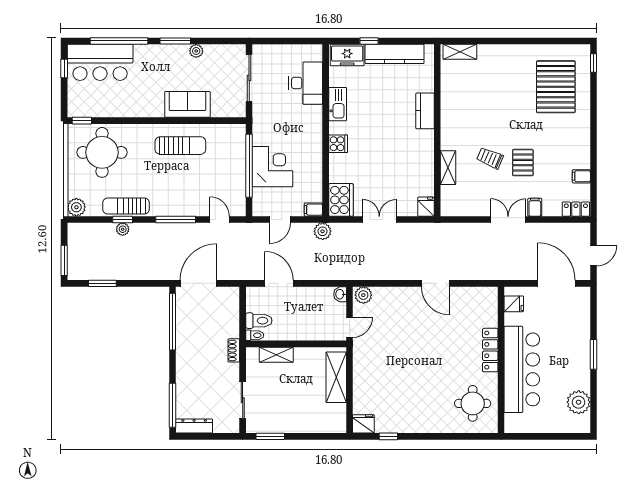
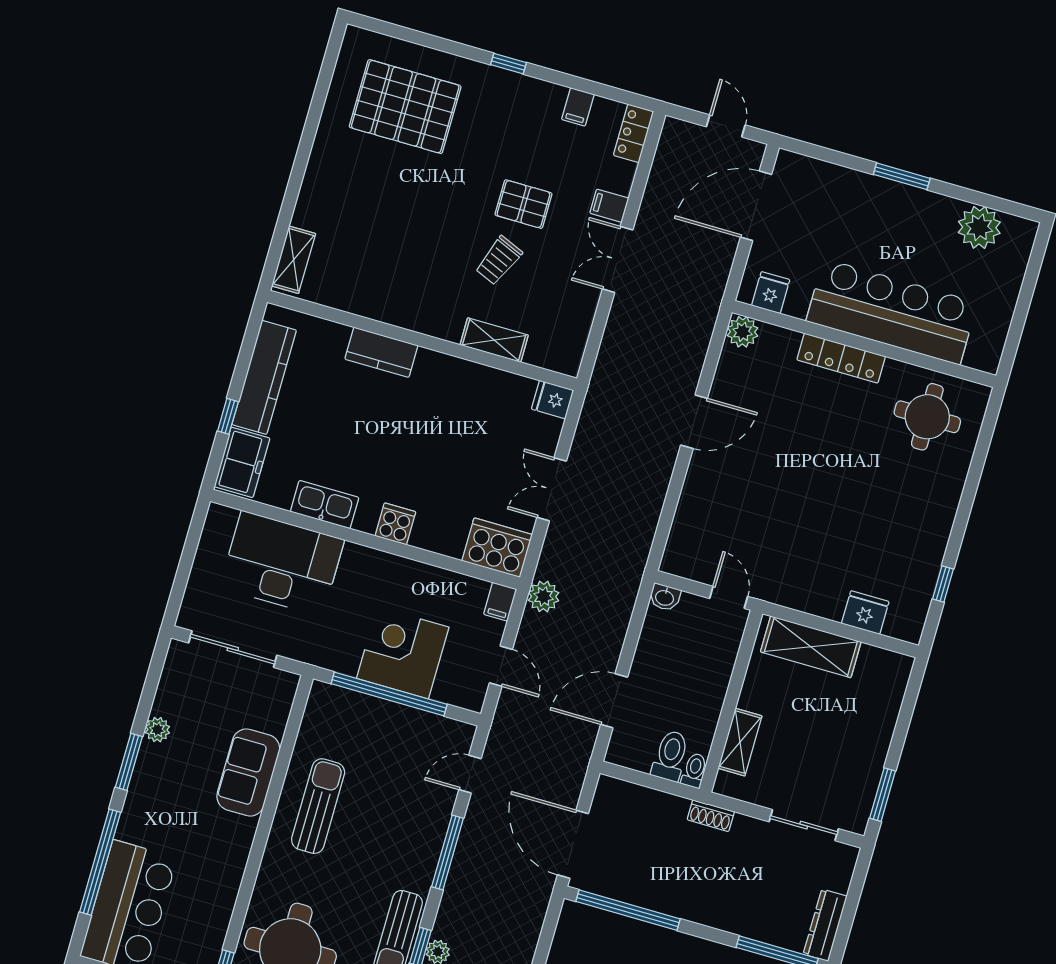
window: (593, 63) -> (509, 64), moved
desk: (306, 83) -> (282, 564), width x1.36, depth x1.30
plant: (363, 295) -> (743, 332), moved
fridge: (363, 424) -> (865, 613), moved, turned 90

